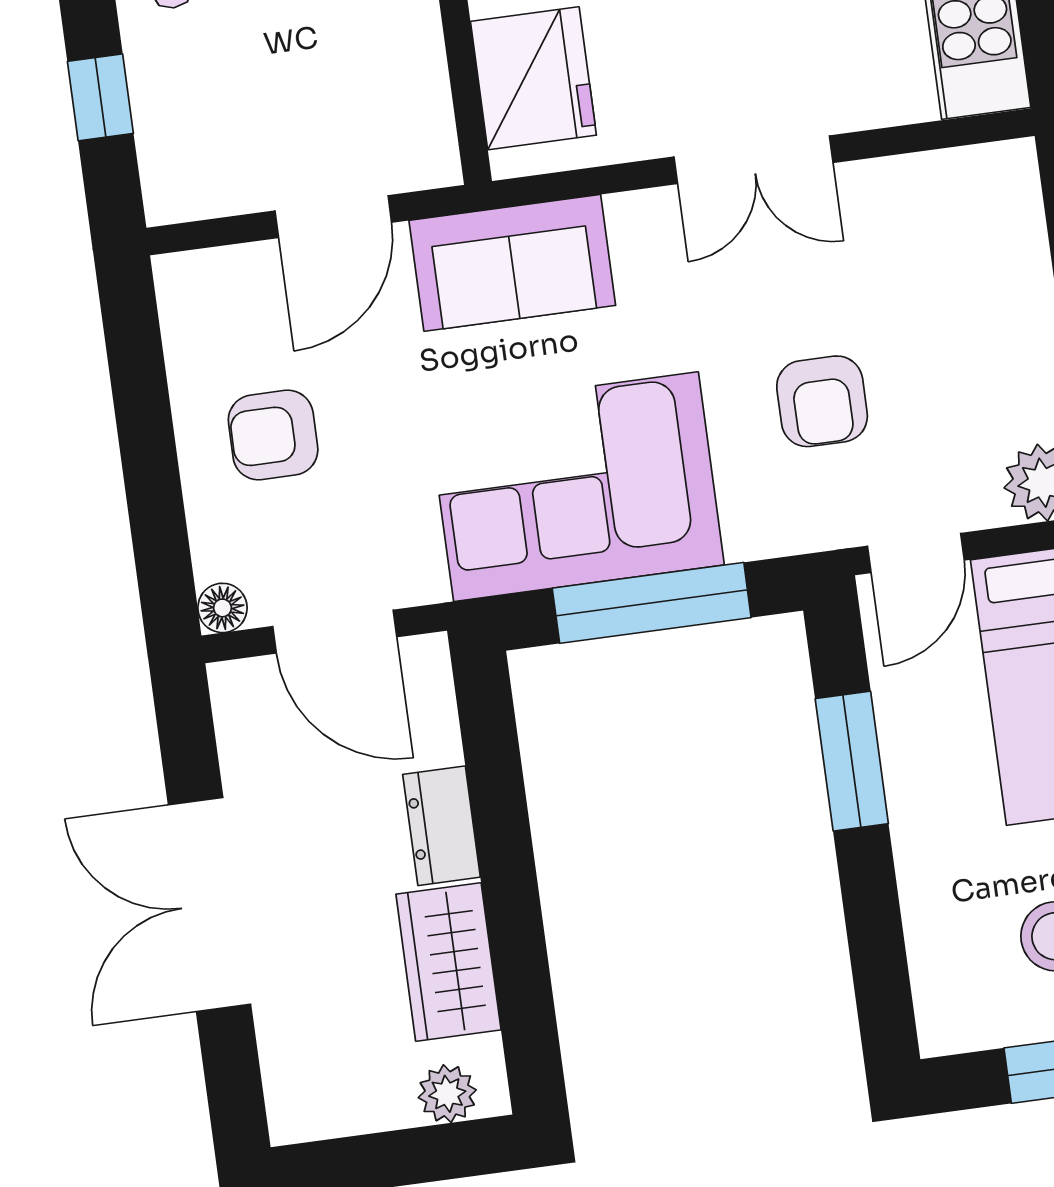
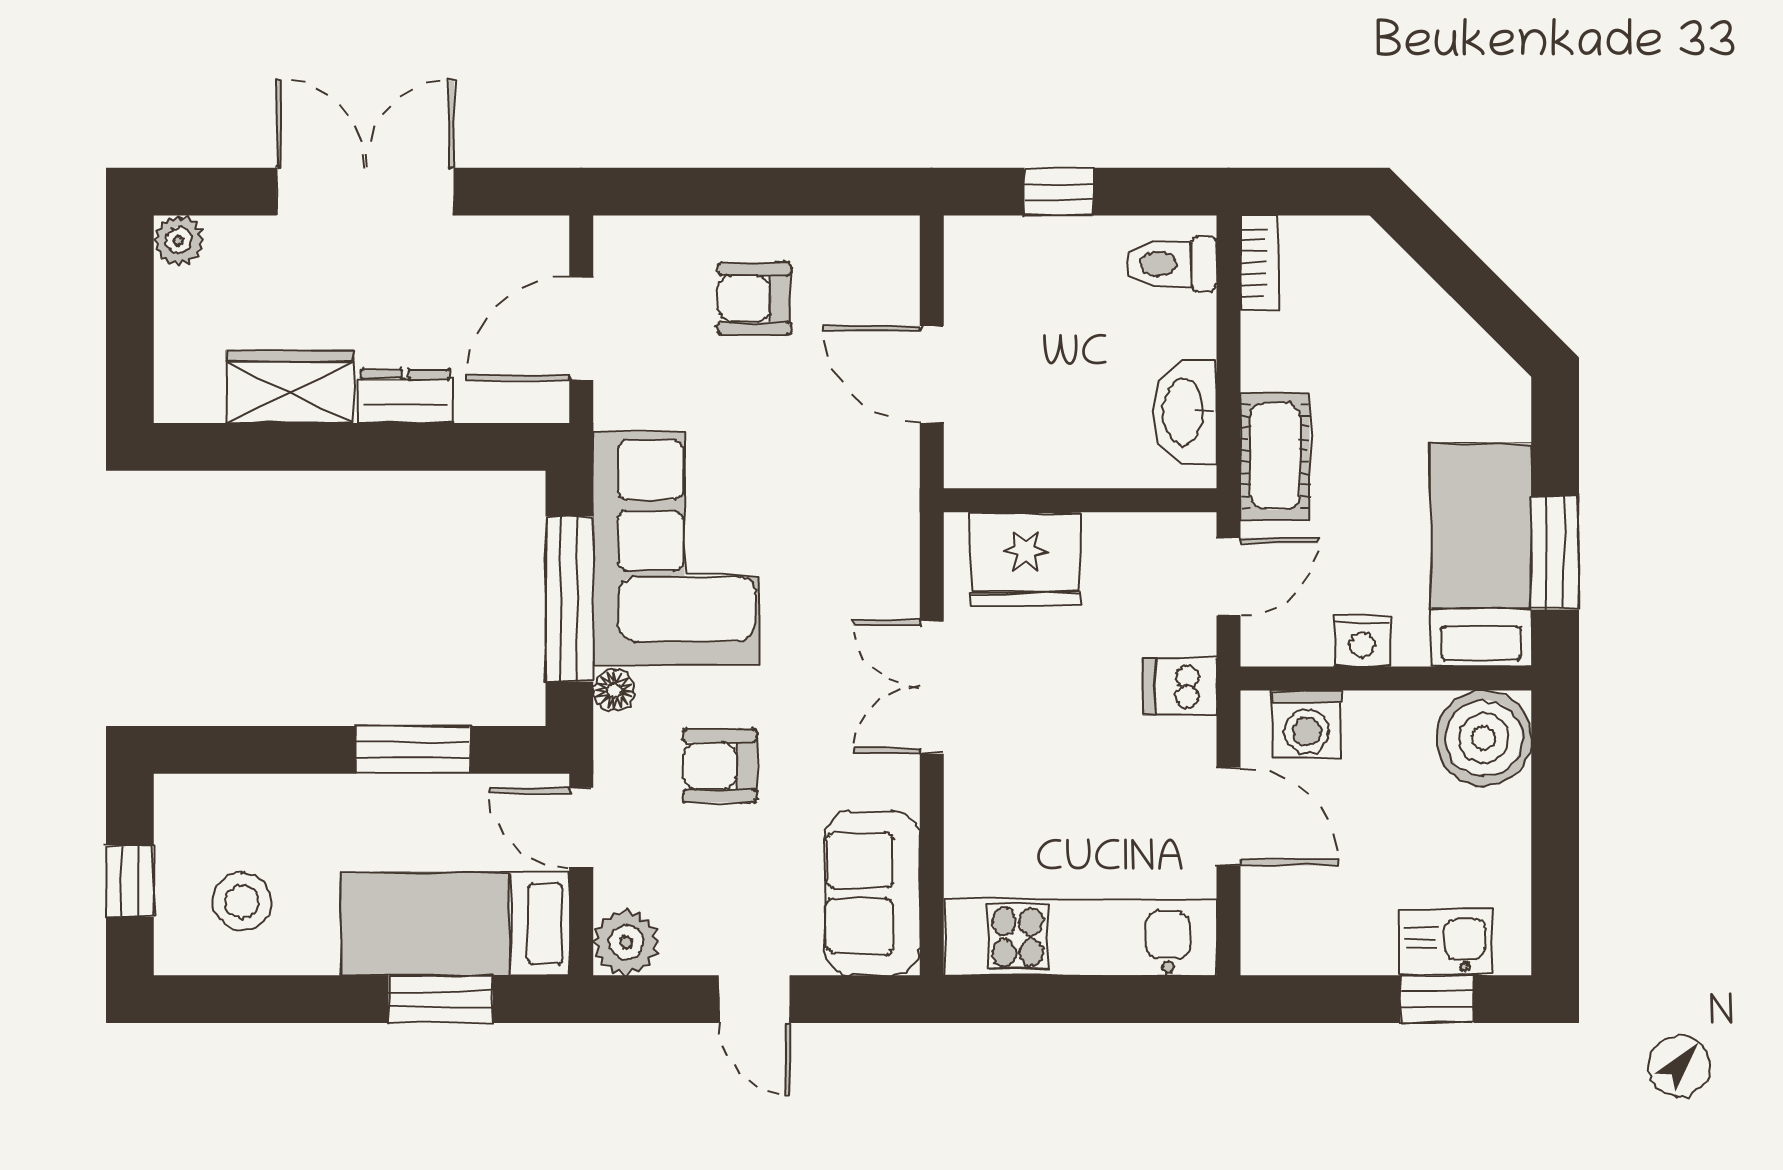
double door: (753, 160) -> (932, 687), moved
sofa: (512, 263) -> (872, 893), moved
armchair: (273, 435) -> (754, 299), turned -90
floor lamp: (222, 608) -> (614, 690), moved
plant: (447, 1094) -> (179, 240), moved

